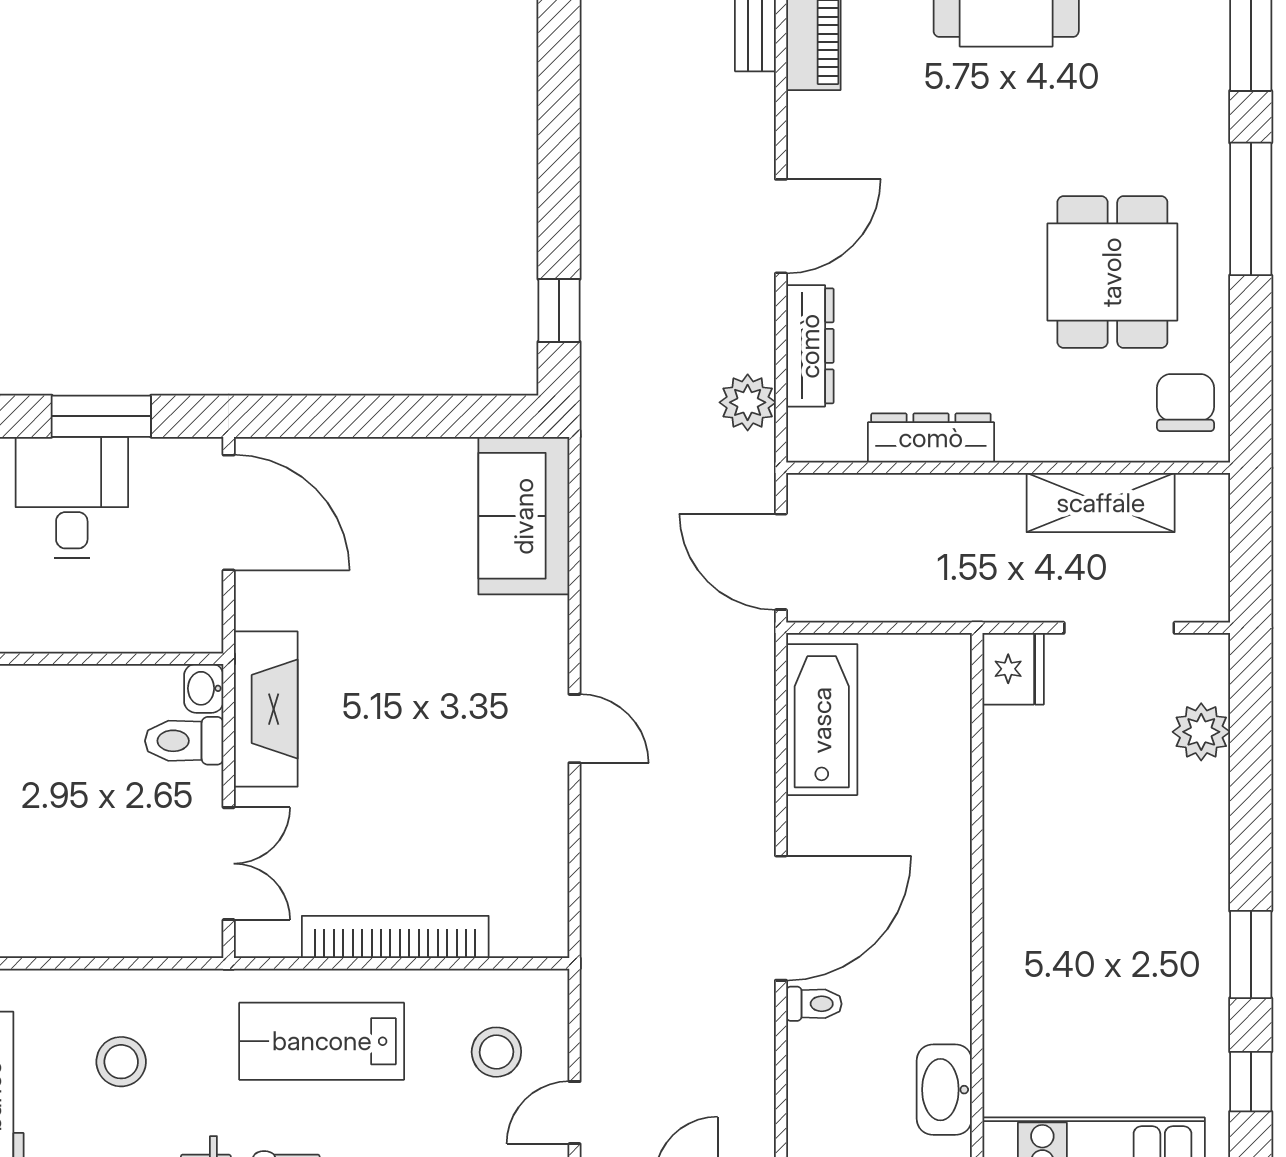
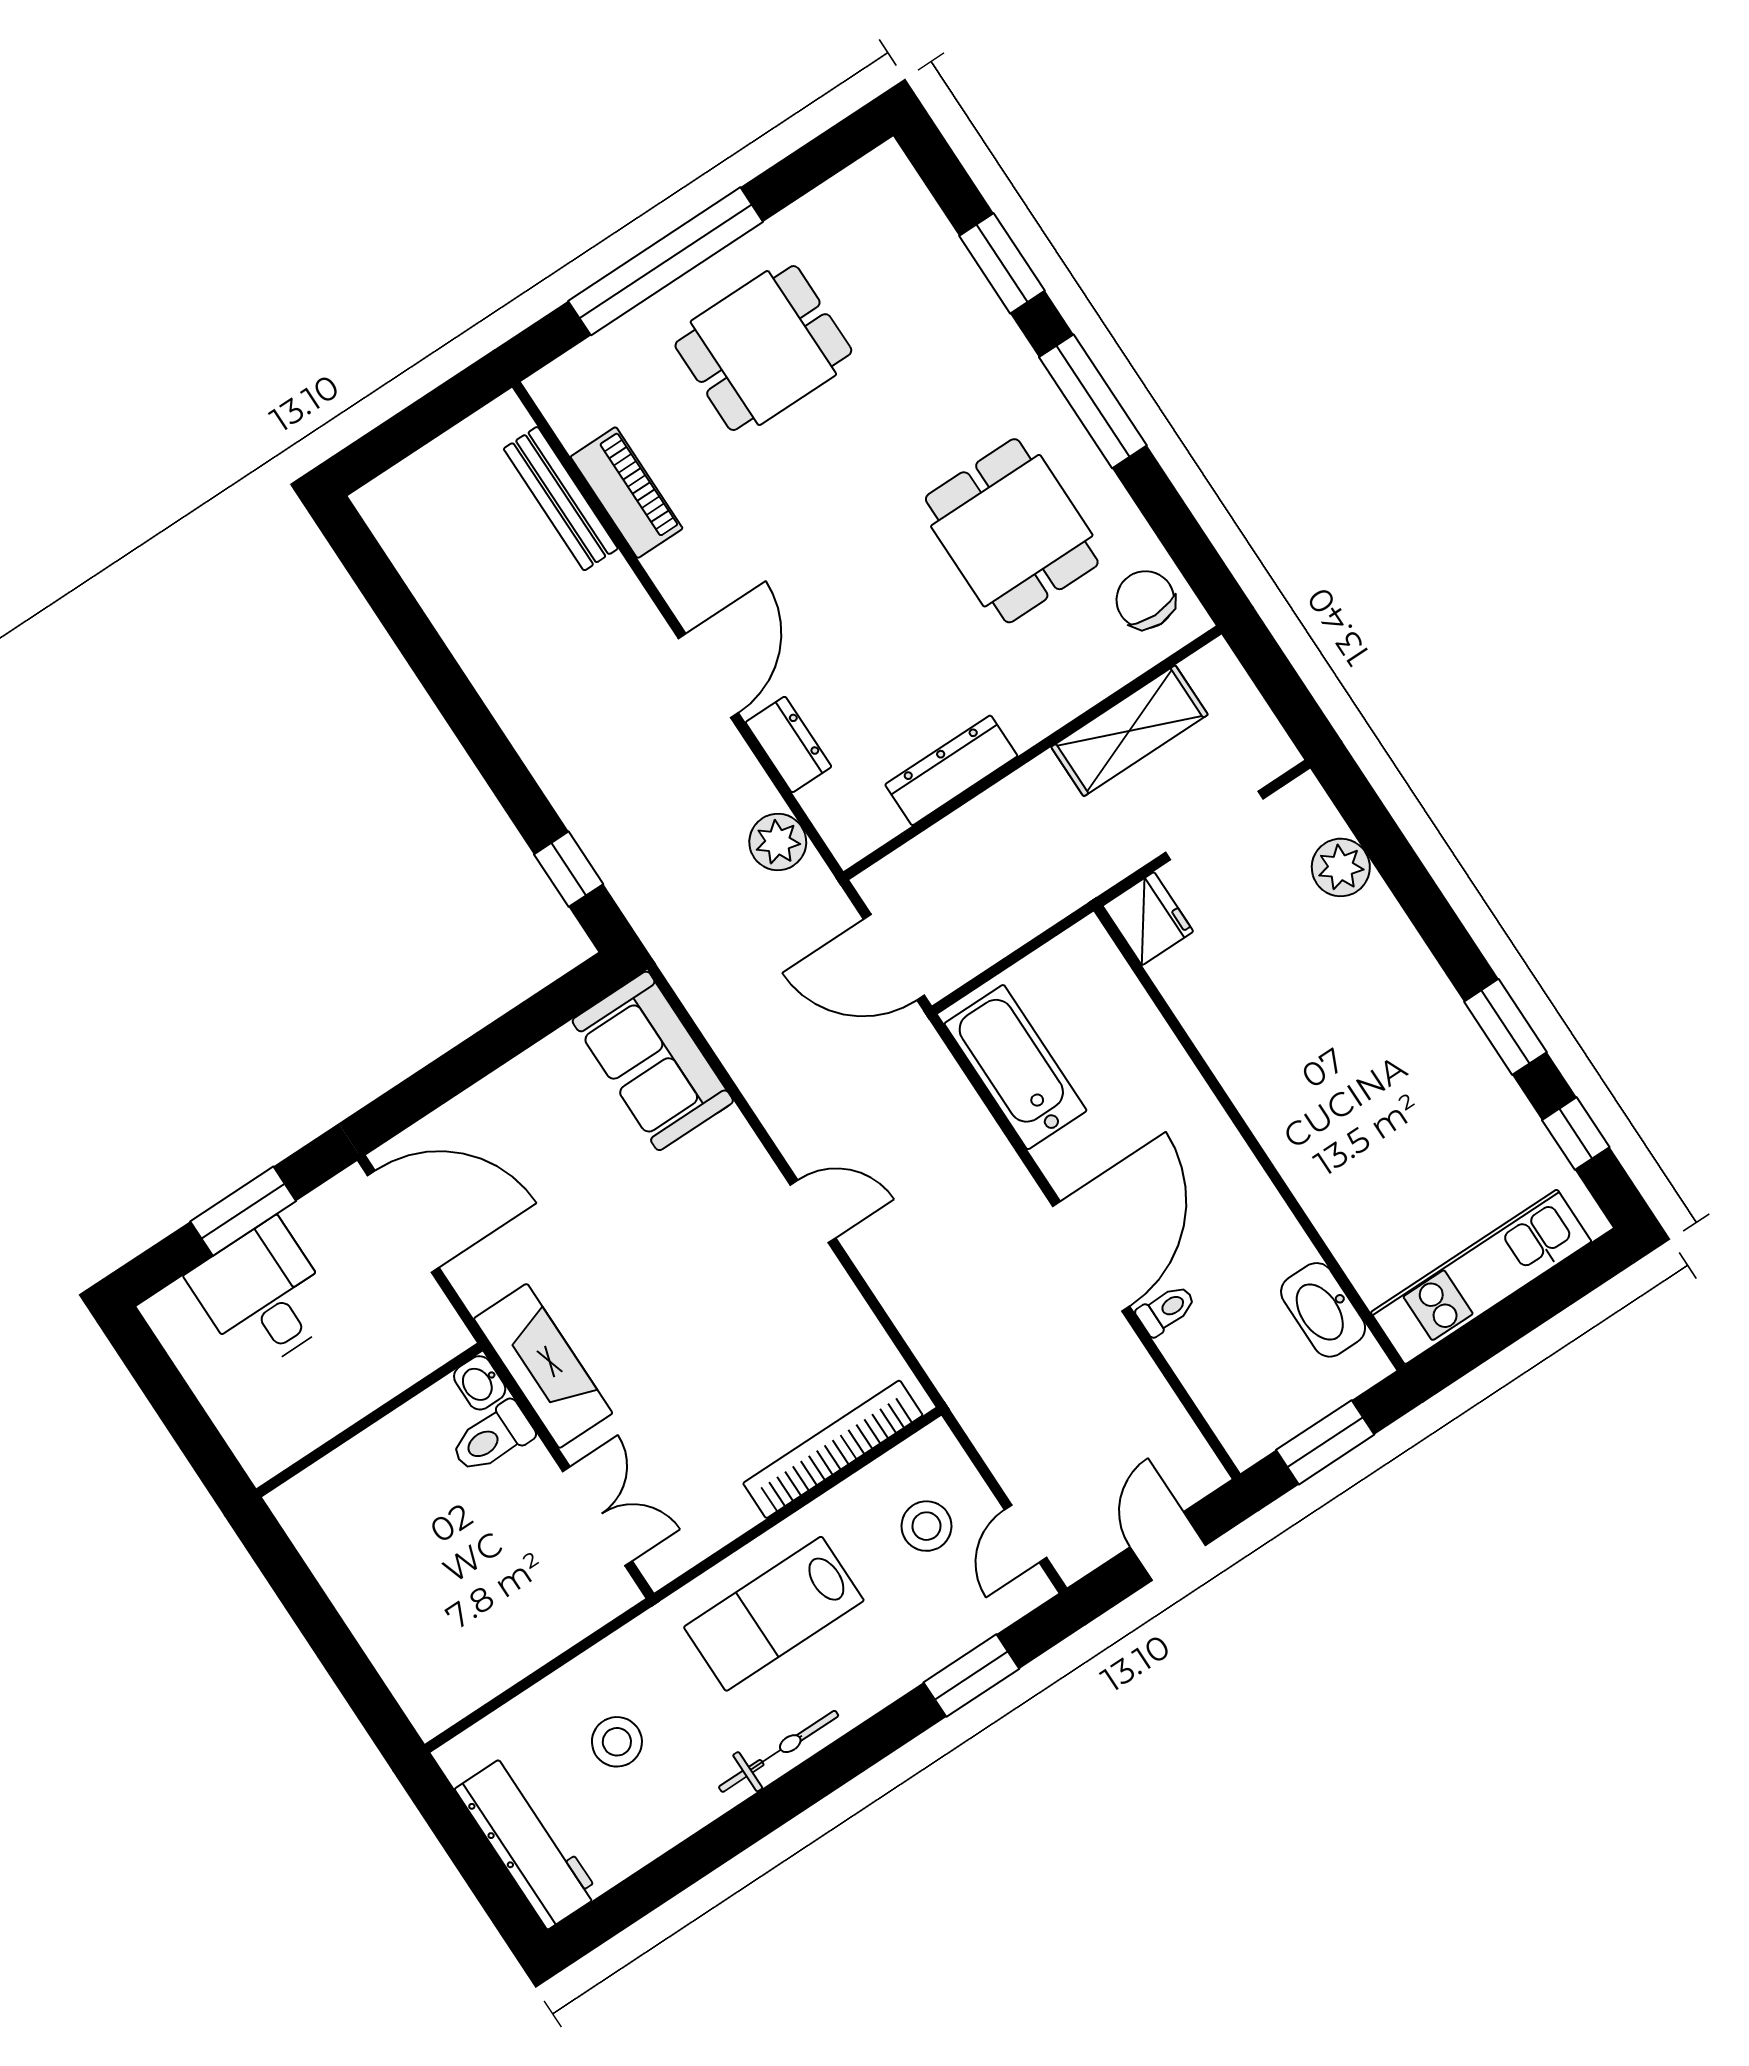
dresser: (810, 346) -> (789, 744), width x0.70
bookcase: (395, 937) -> (833, 1449), moved

